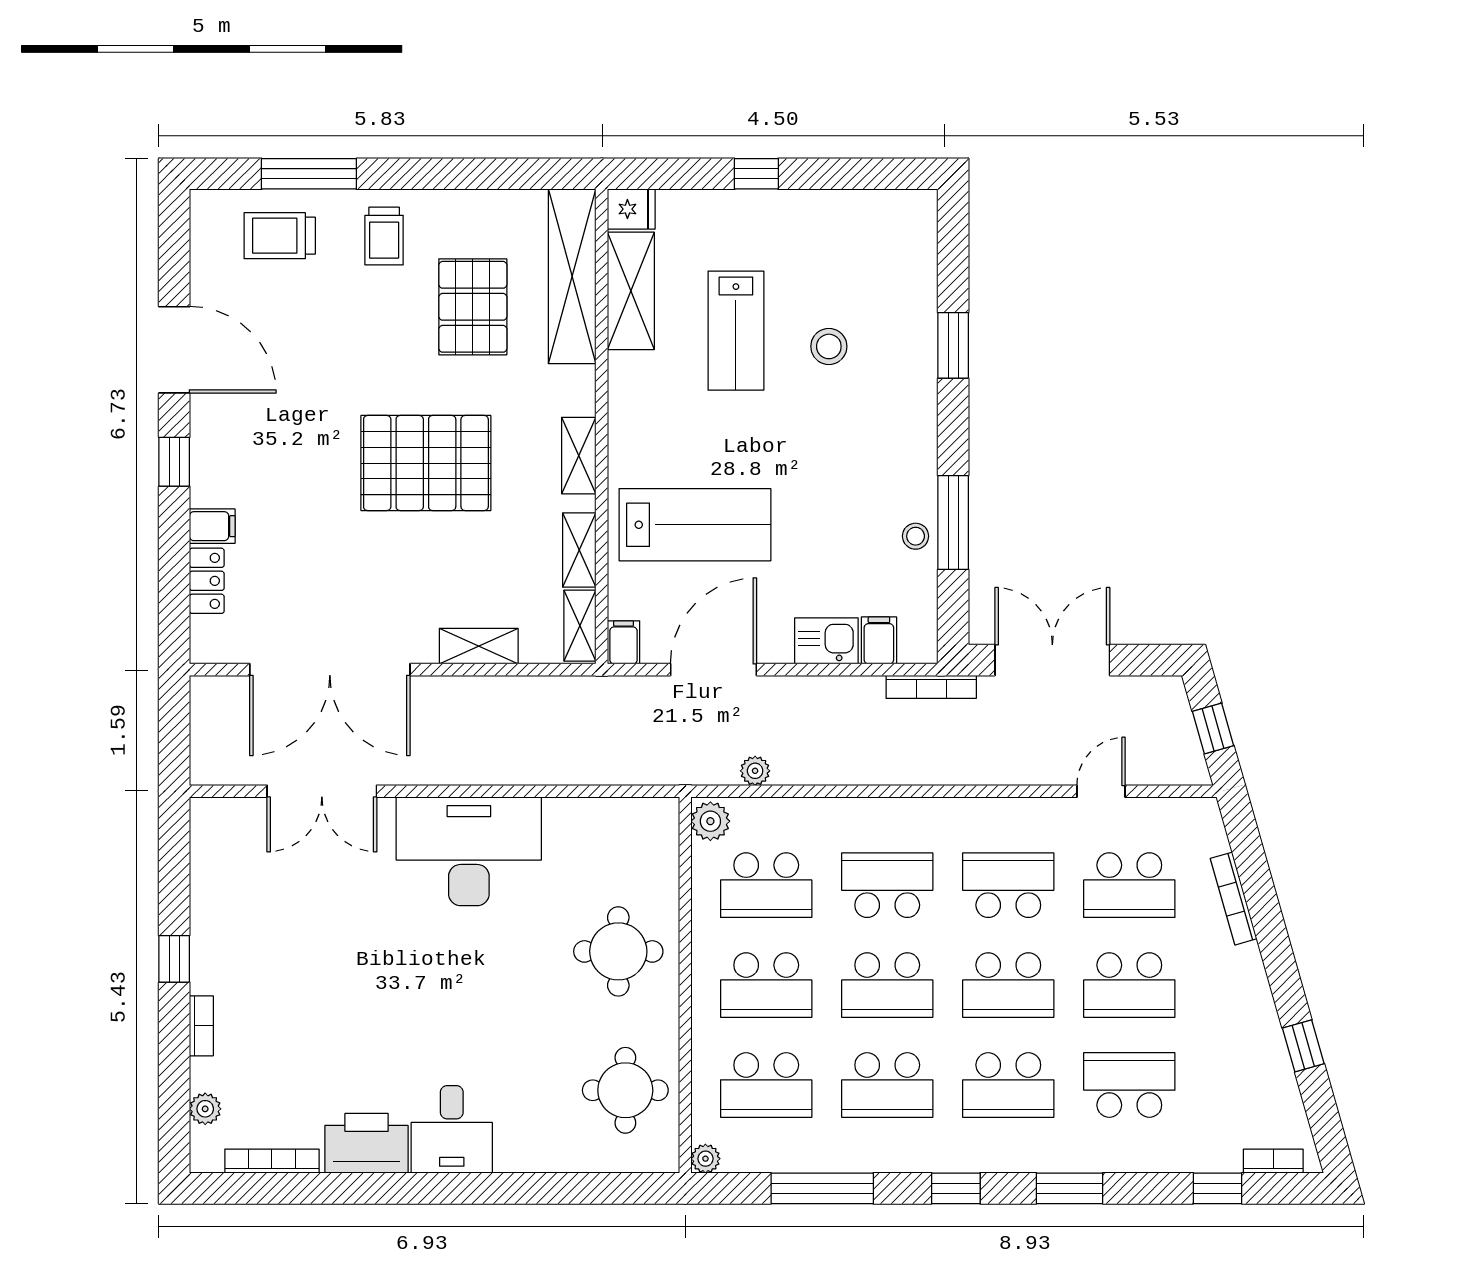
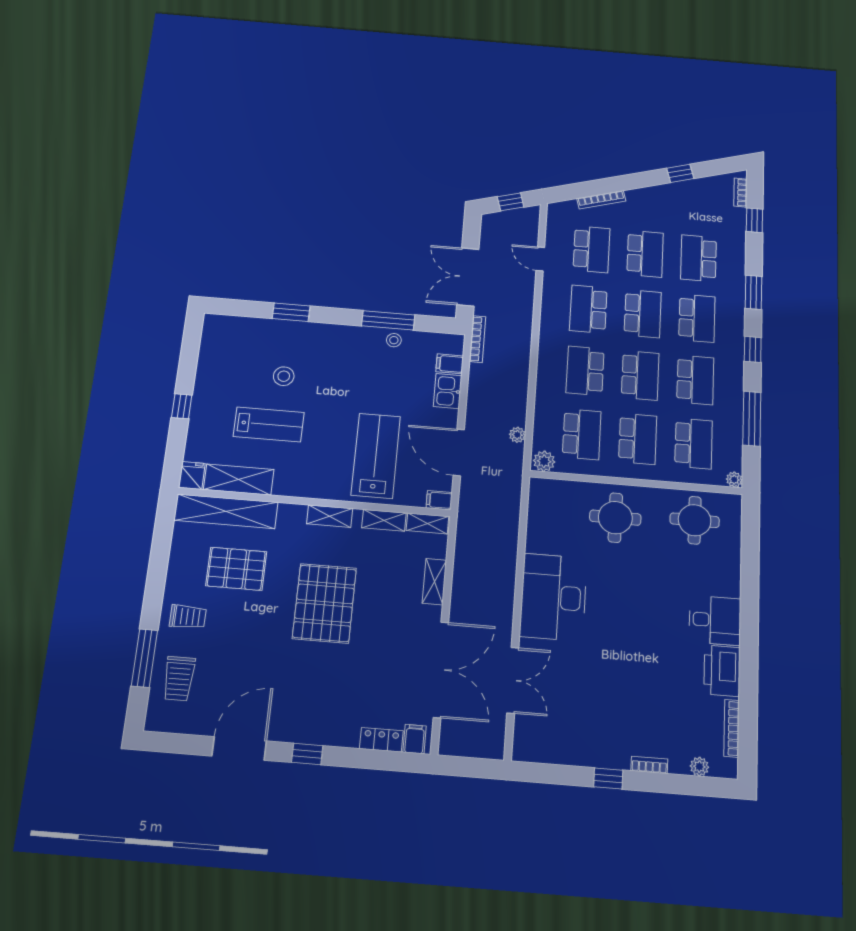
filing cabinet: (212, 526) -> (415, 739), moved

